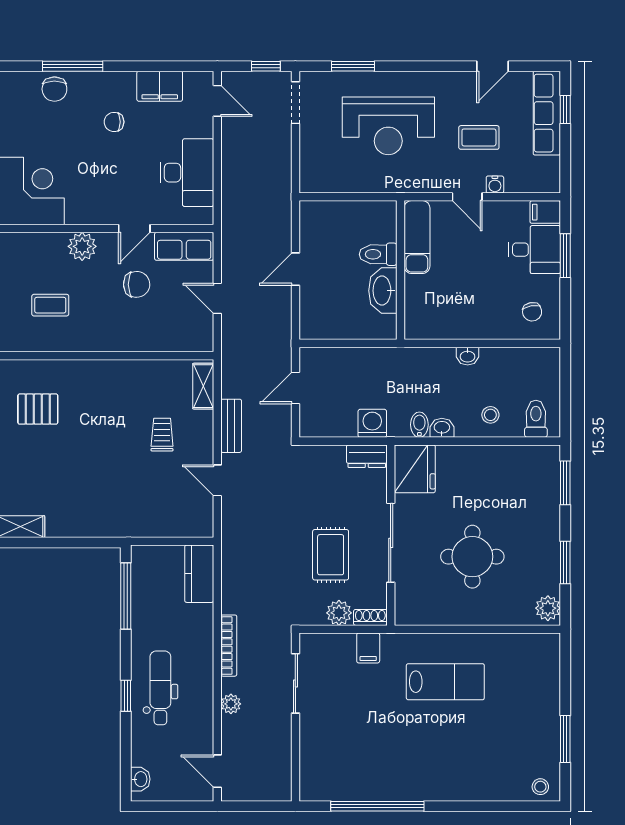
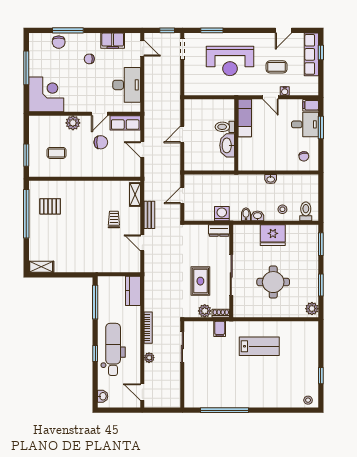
fridge: (415, 469) -> (273, 235), moved, turned 90
dental chair: (160, 688) -> (113, 349), width x1.36, depth x1.38
window: (565, 739) -> (321, 376), width x0.67

